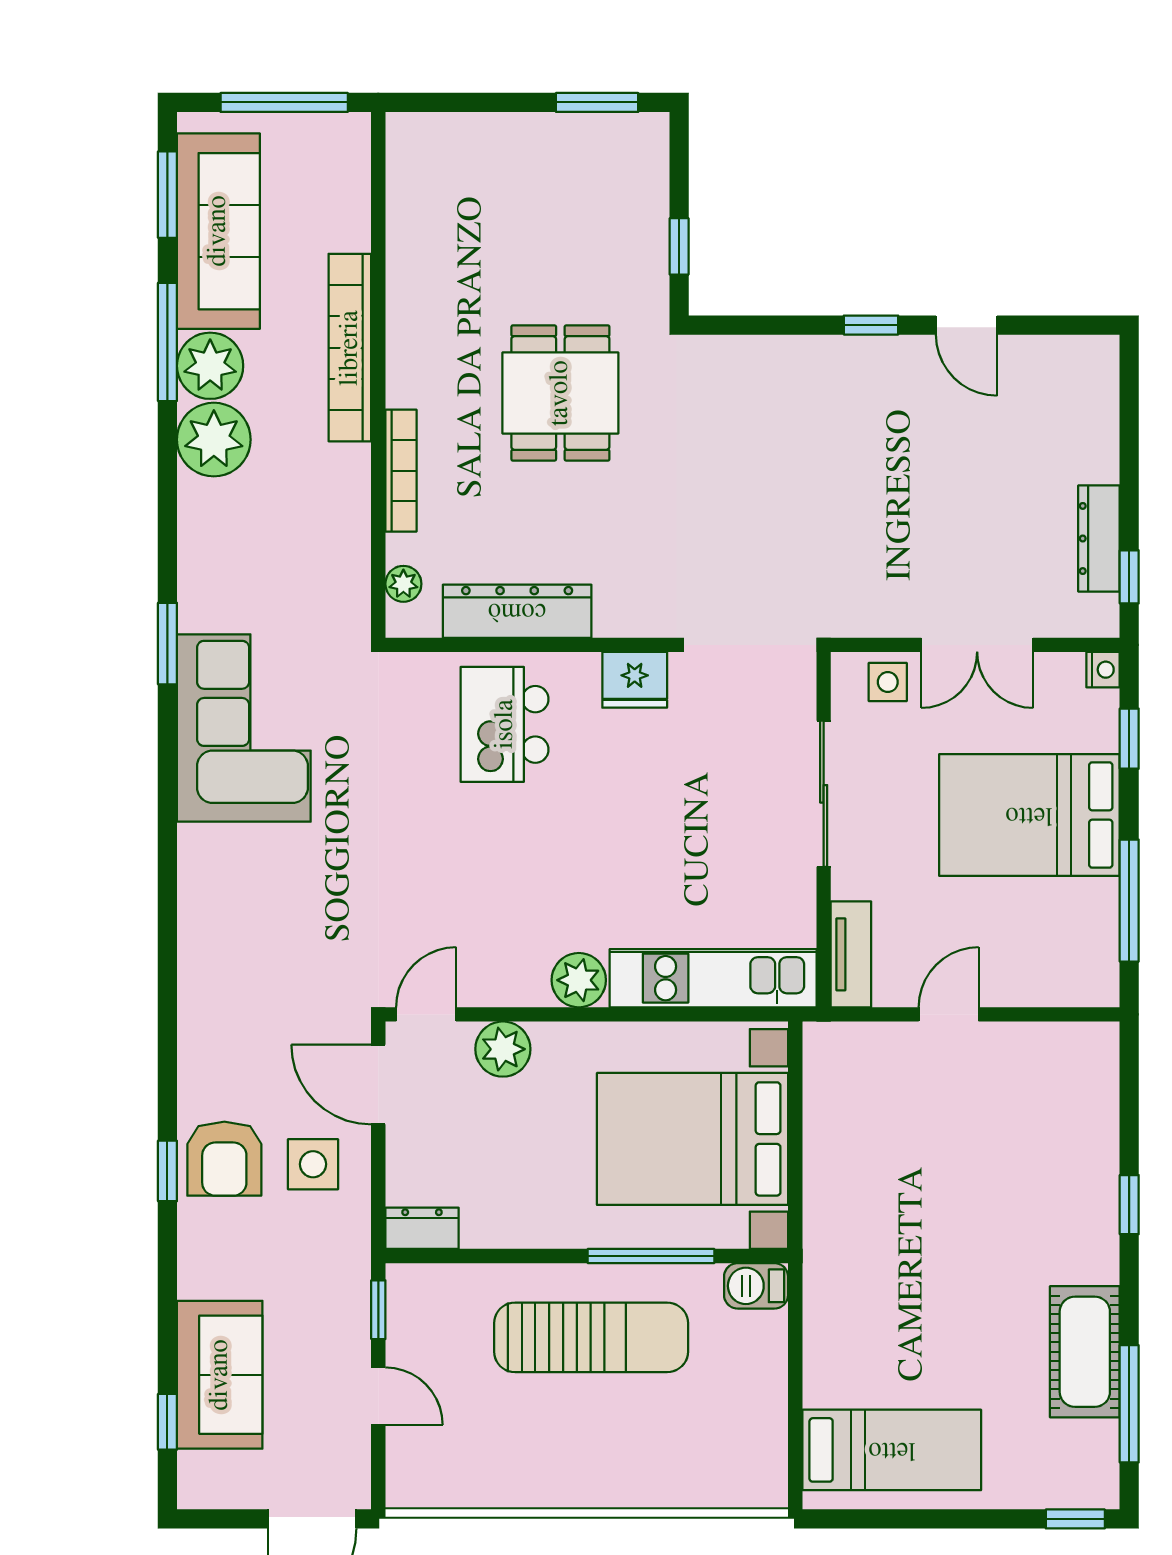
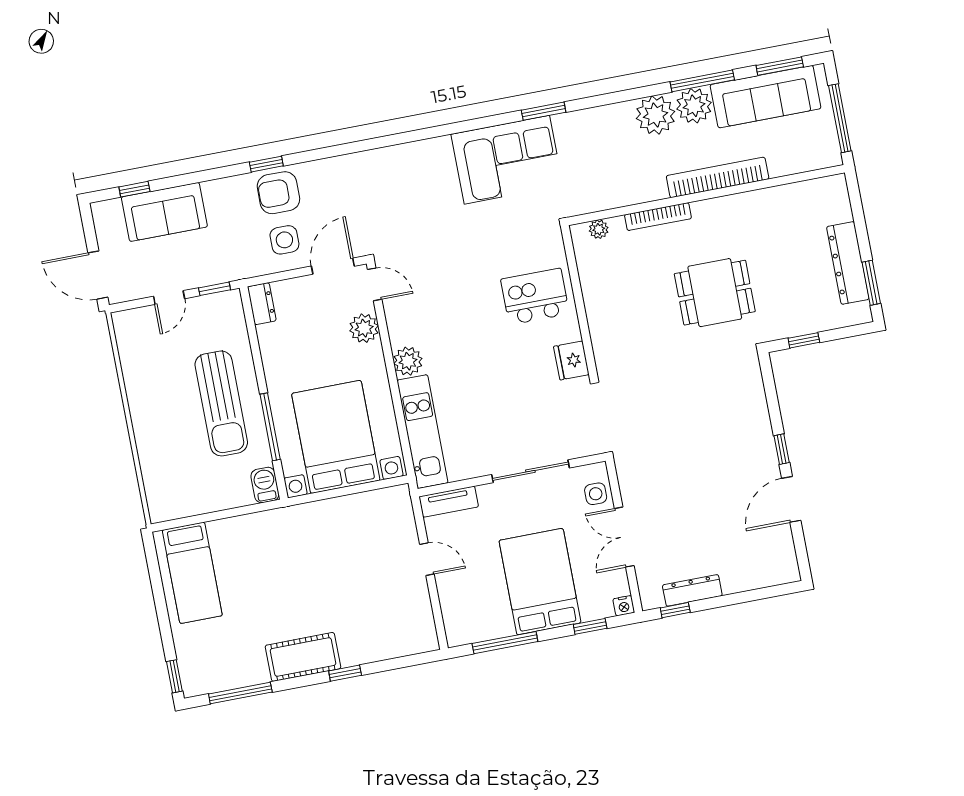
door: (967, 325) -> (791, 499), width x1.38
dresser: (517, 611) -> (848, 263), moved, turned 180
cot: (1085, 1352) -> (303, 657), moved

